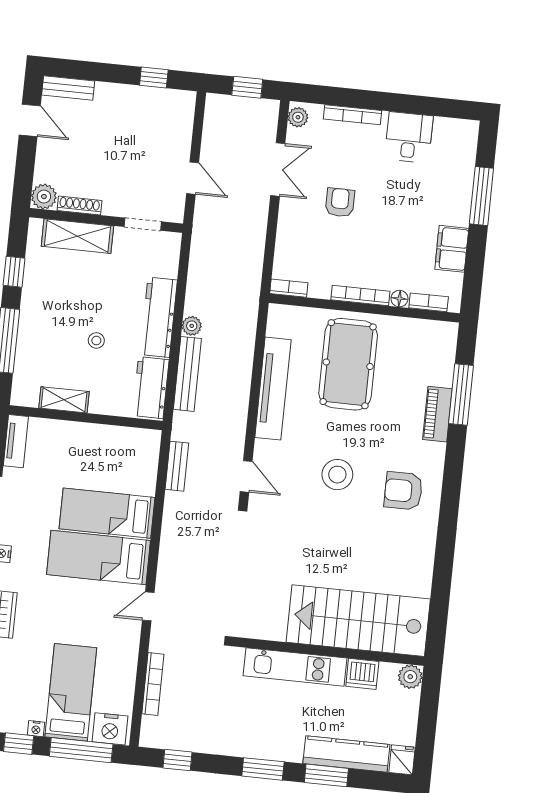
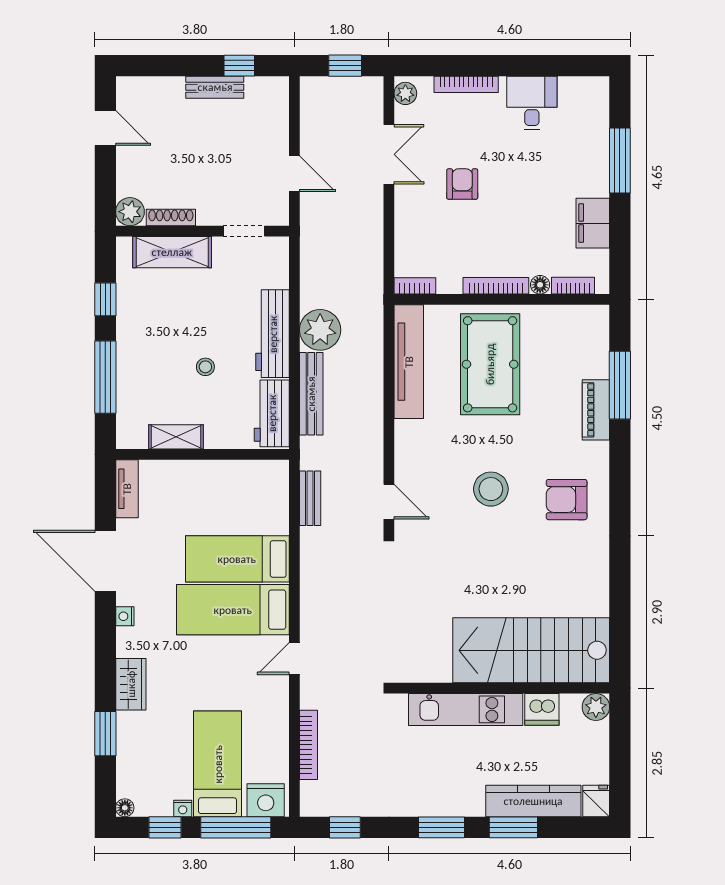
bench: (68, 88) -> (215, 87), moved
plant: (192, 326) -> (320, 330), width x1.87, depth x1.87
tv unit: (273, 389) -> (409, 362), moved

